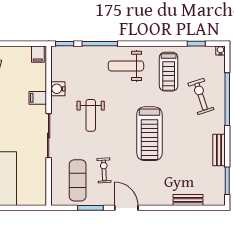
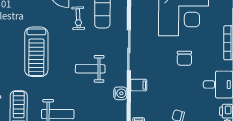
weight bench: (91, 115) -> (90, 69), turned -90
treadmill: (149, 134) -> (36, 52), turned 180

